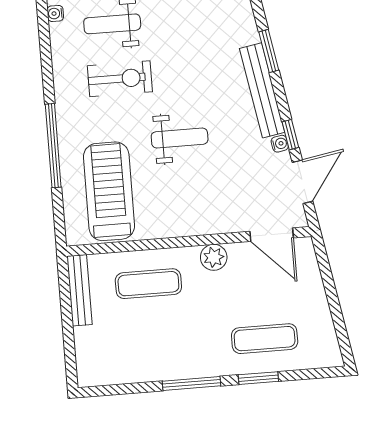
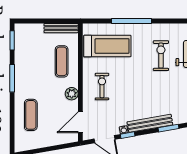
exercise bike: (120, 79) -> (161, 56), turned 180
weight bench: (180, 138) -> (130, 82), removed
exercise bike: (194, 196) -> (102, 87), added
window: (258, 378) -> (12, 40), moved

